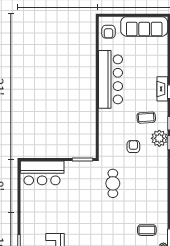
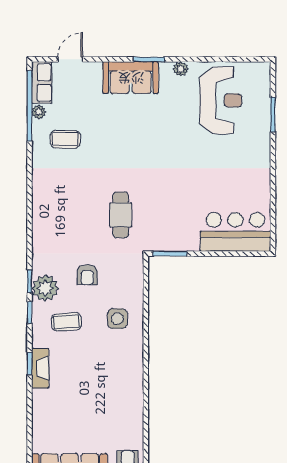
bar counter: (110, 79) -> (124, 384), removed
side table: (115, 119) -> (117, 319), added

